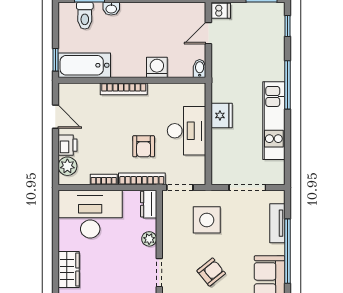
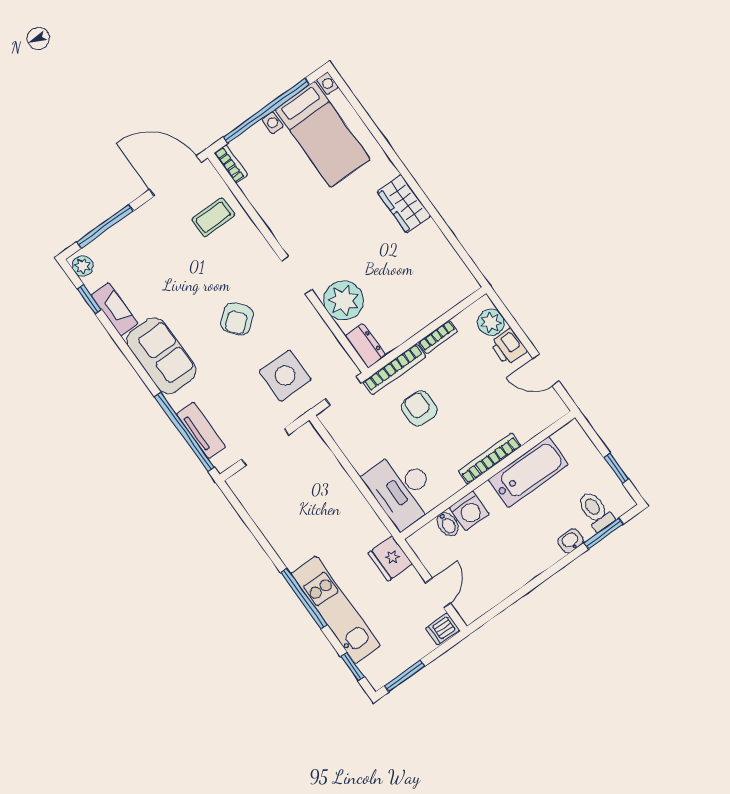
window: (55, 60) -> (616, 468), moved
bathtub: (84, 65) -> (528, 472), moved
bidet: (200, 69) -> (448, 524), moved
fridge: (222, 115) -> (390, 558), moved
kitchen unit: (274, 121) -> (336, 610), moved
desk: (187, 131) -> (402, 489), moved
desk: (90, 214) -> (425, 286), removed
plant: (149, 239) -> (344, 301), width x1.88, depth x1.88
window: (287, 251) -> (185, 432), moved

